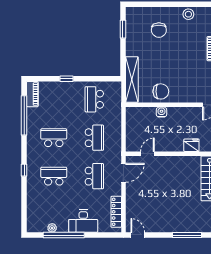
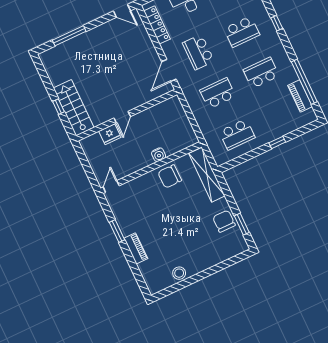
chair: (159, 30) -> (224, 221), moved
piano: (32, 94) -> (300, 96), moved
school desk: (94, 99) -> (237, 134), turned 90
school desk: (54, 138) -> (261, 73), turned 180
school desk: (94, 138) -> (218, 93), turned 90
door: (147, 154) -> (122, 117), moved

